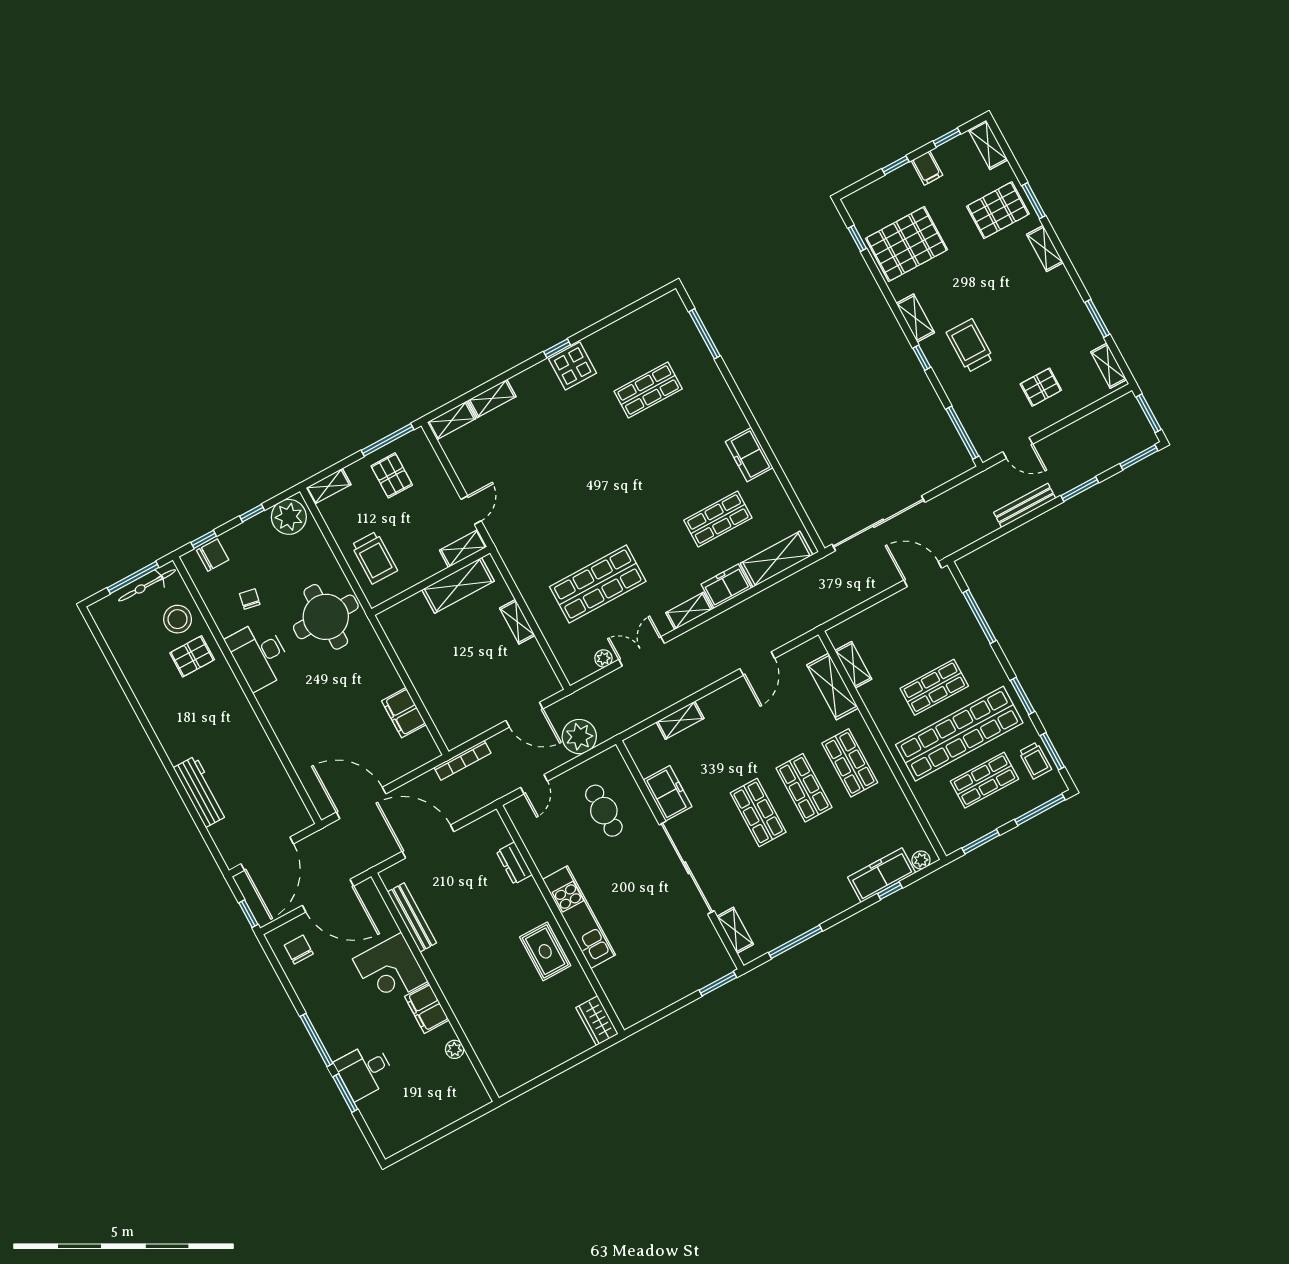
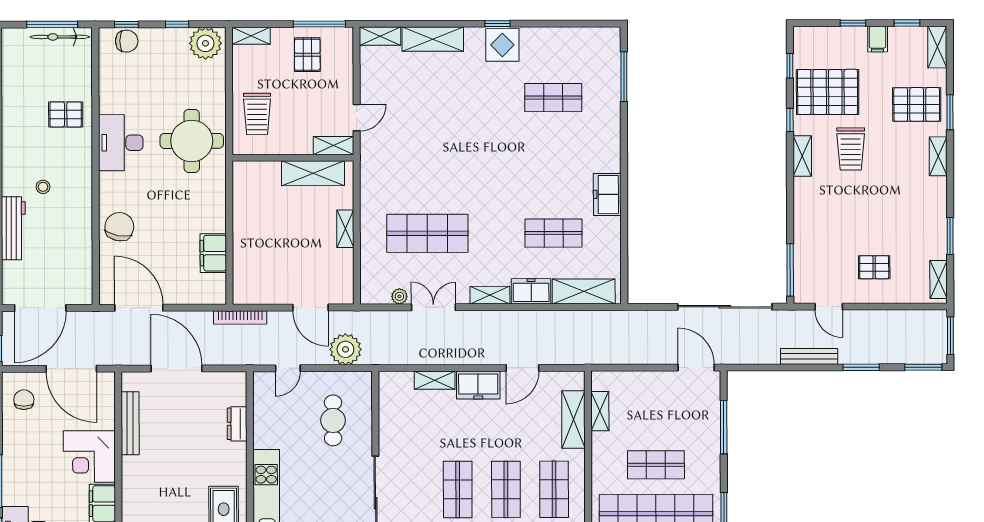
trolley: (970, 346) -> (851, 149), moved, turned 180
window: (922, 358) -> (790, 120), moved
shelving: (492, 398) -> (433, 39), width x1.50, depth x1.33
sliding door: (879, 523) -> (725, 307), moved
chair: (250, 599) -> (119, 227), moved, width x1.87, depth x1.87
stool: (178, 619) -> (43, 187), moved, width x0.53, depth x0.53
freezer: (668, 793) -> (478, 385), moved, turned 90

